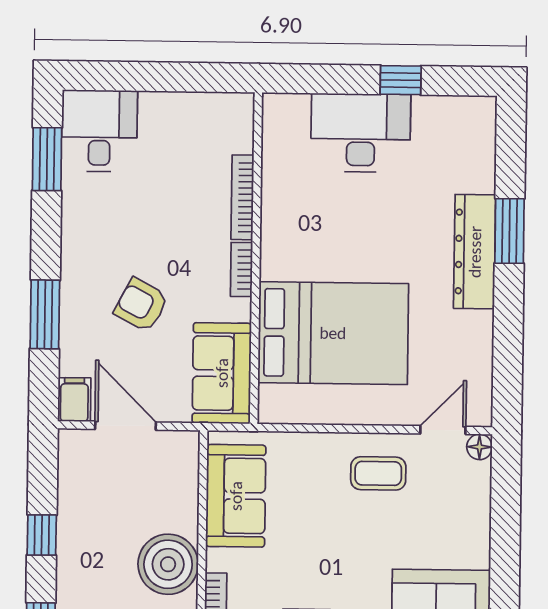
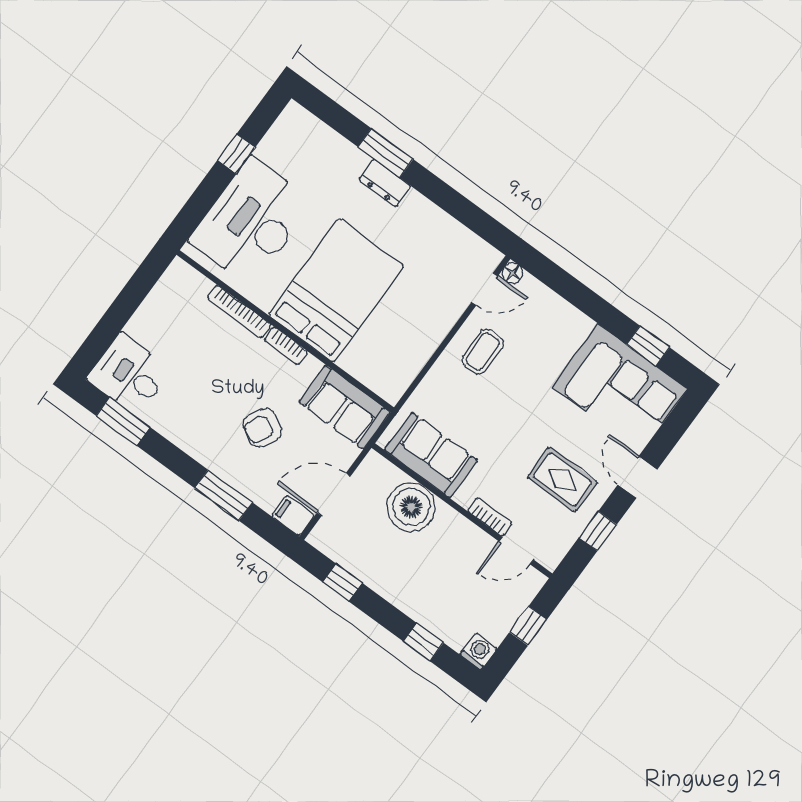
desk: (361, 133) -> (251, 222), width x1.36, depth x1.30
dresser: (475, 252) -> (385, 183), width x0.51, depth x0.80
bed: (333, 333) -> (336, 291), moved
door: (443, 430) -> (485, 289), swing flipped
window: (42, 535) -> (343, 583), moved
boiler: (168, 564) -> (411, 507), moved

